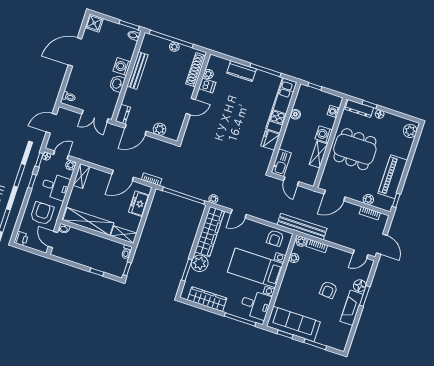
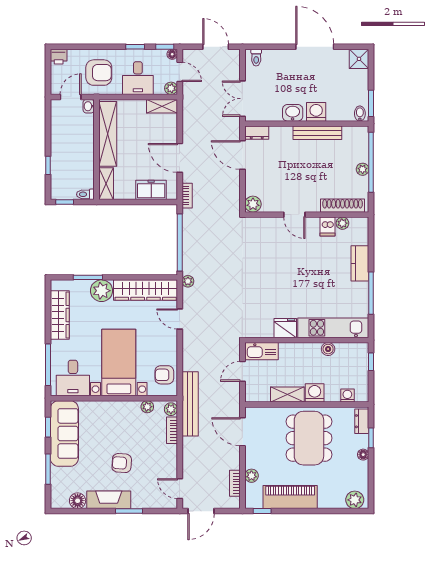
dresser: (359, 108) -> (362, 421), width x0.70
plant: (159, 129) -> (253, 204), moved
floor lamp: (360, 286) -> (78, 501), moved

